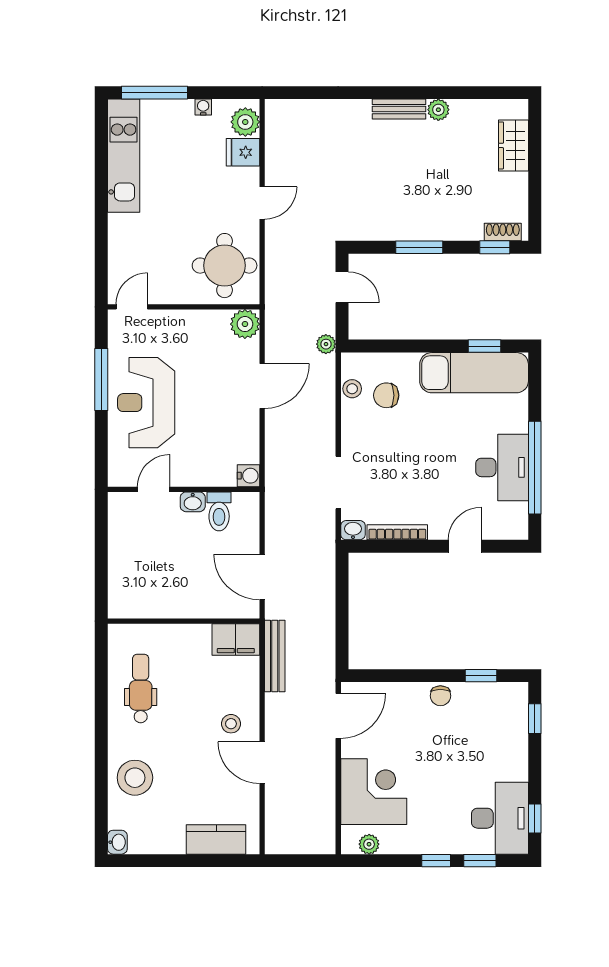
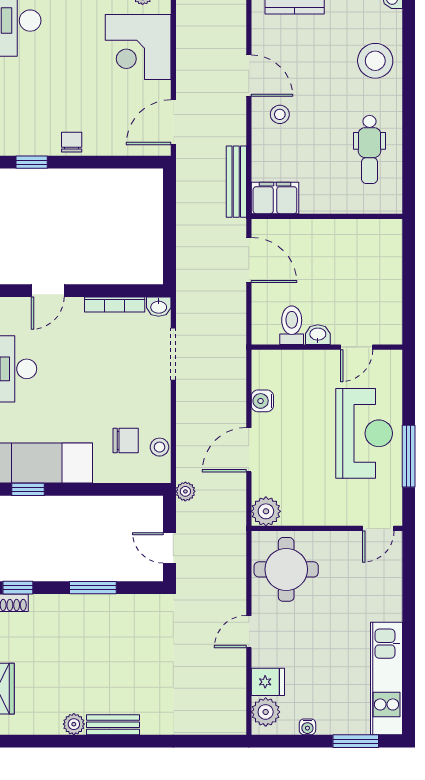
window: (155, 93) -> (356, 741), width x0.69
water cooler: (249, 476) -> (262, 401), moved

